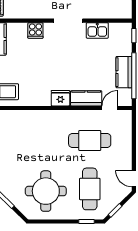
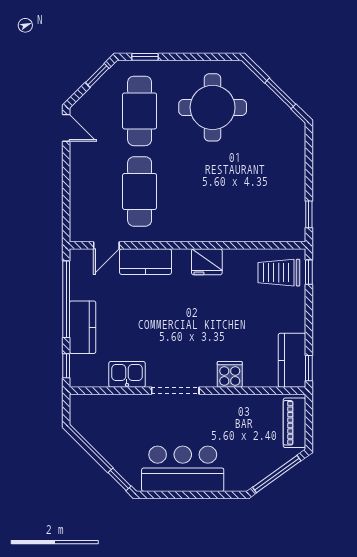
kitchen counter: (124, 72) -> (83, 327), moved
fridge: (60, 98) -> (207, 262), moved
cafe table: (90, 141) -> (140, 191), turned 90

